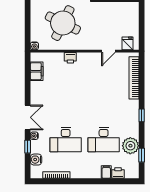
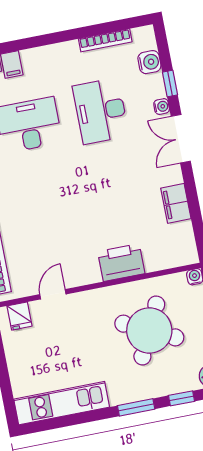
printer: (70, 58) -> (121, 263), width x1.87, depth x1.48
filing cabinet: (37, 71) -> (176, 203), moved
desk: (66, 140) -> (101, 111), turned -90

